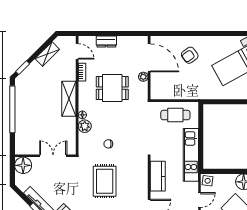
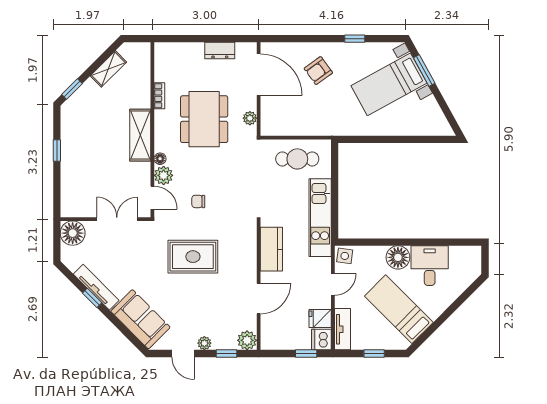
window: (214, 33) -> (355, 39), added
dresser: (106, 42) -> (220, 50), moved
door: (77, 51) -> (152, 198), moved
plant: (143, 77) -> (250, 118), moved
dining table: (112, 88) -> (204, 119), width x1.38
window: (12, 109) -> (57, 151), width x0.32
rug: (105, 181) -> (193, 257), turned 90

